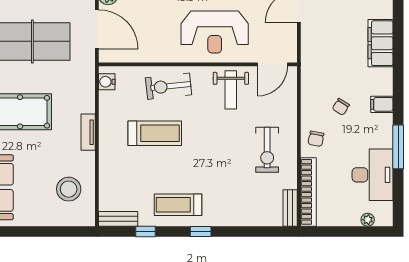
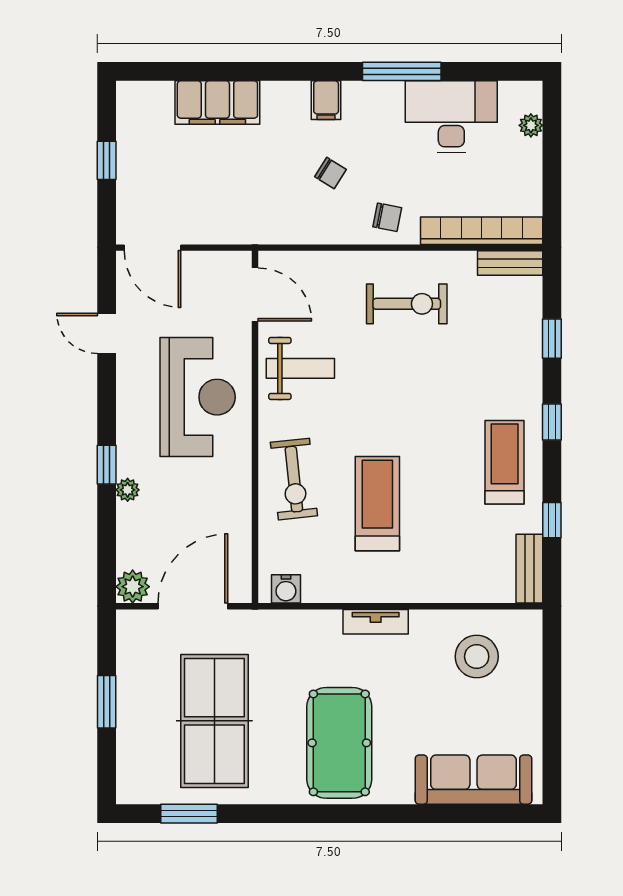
treadmill: (178, 205) -> (505, 462), turned 180
window: (248, 231) -> (552, 339), added

